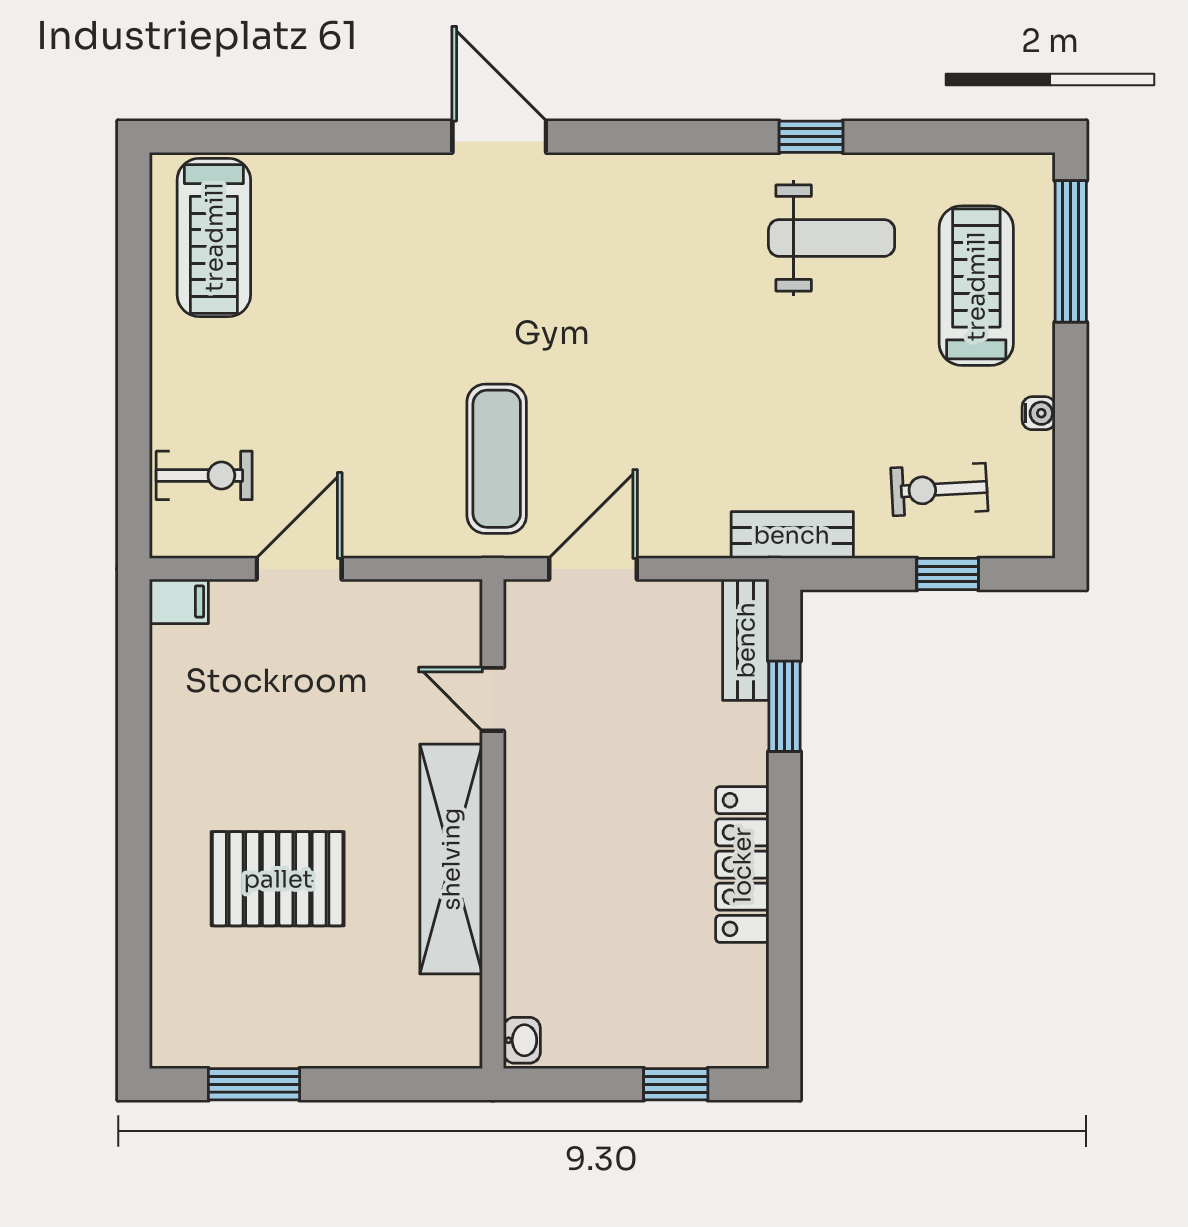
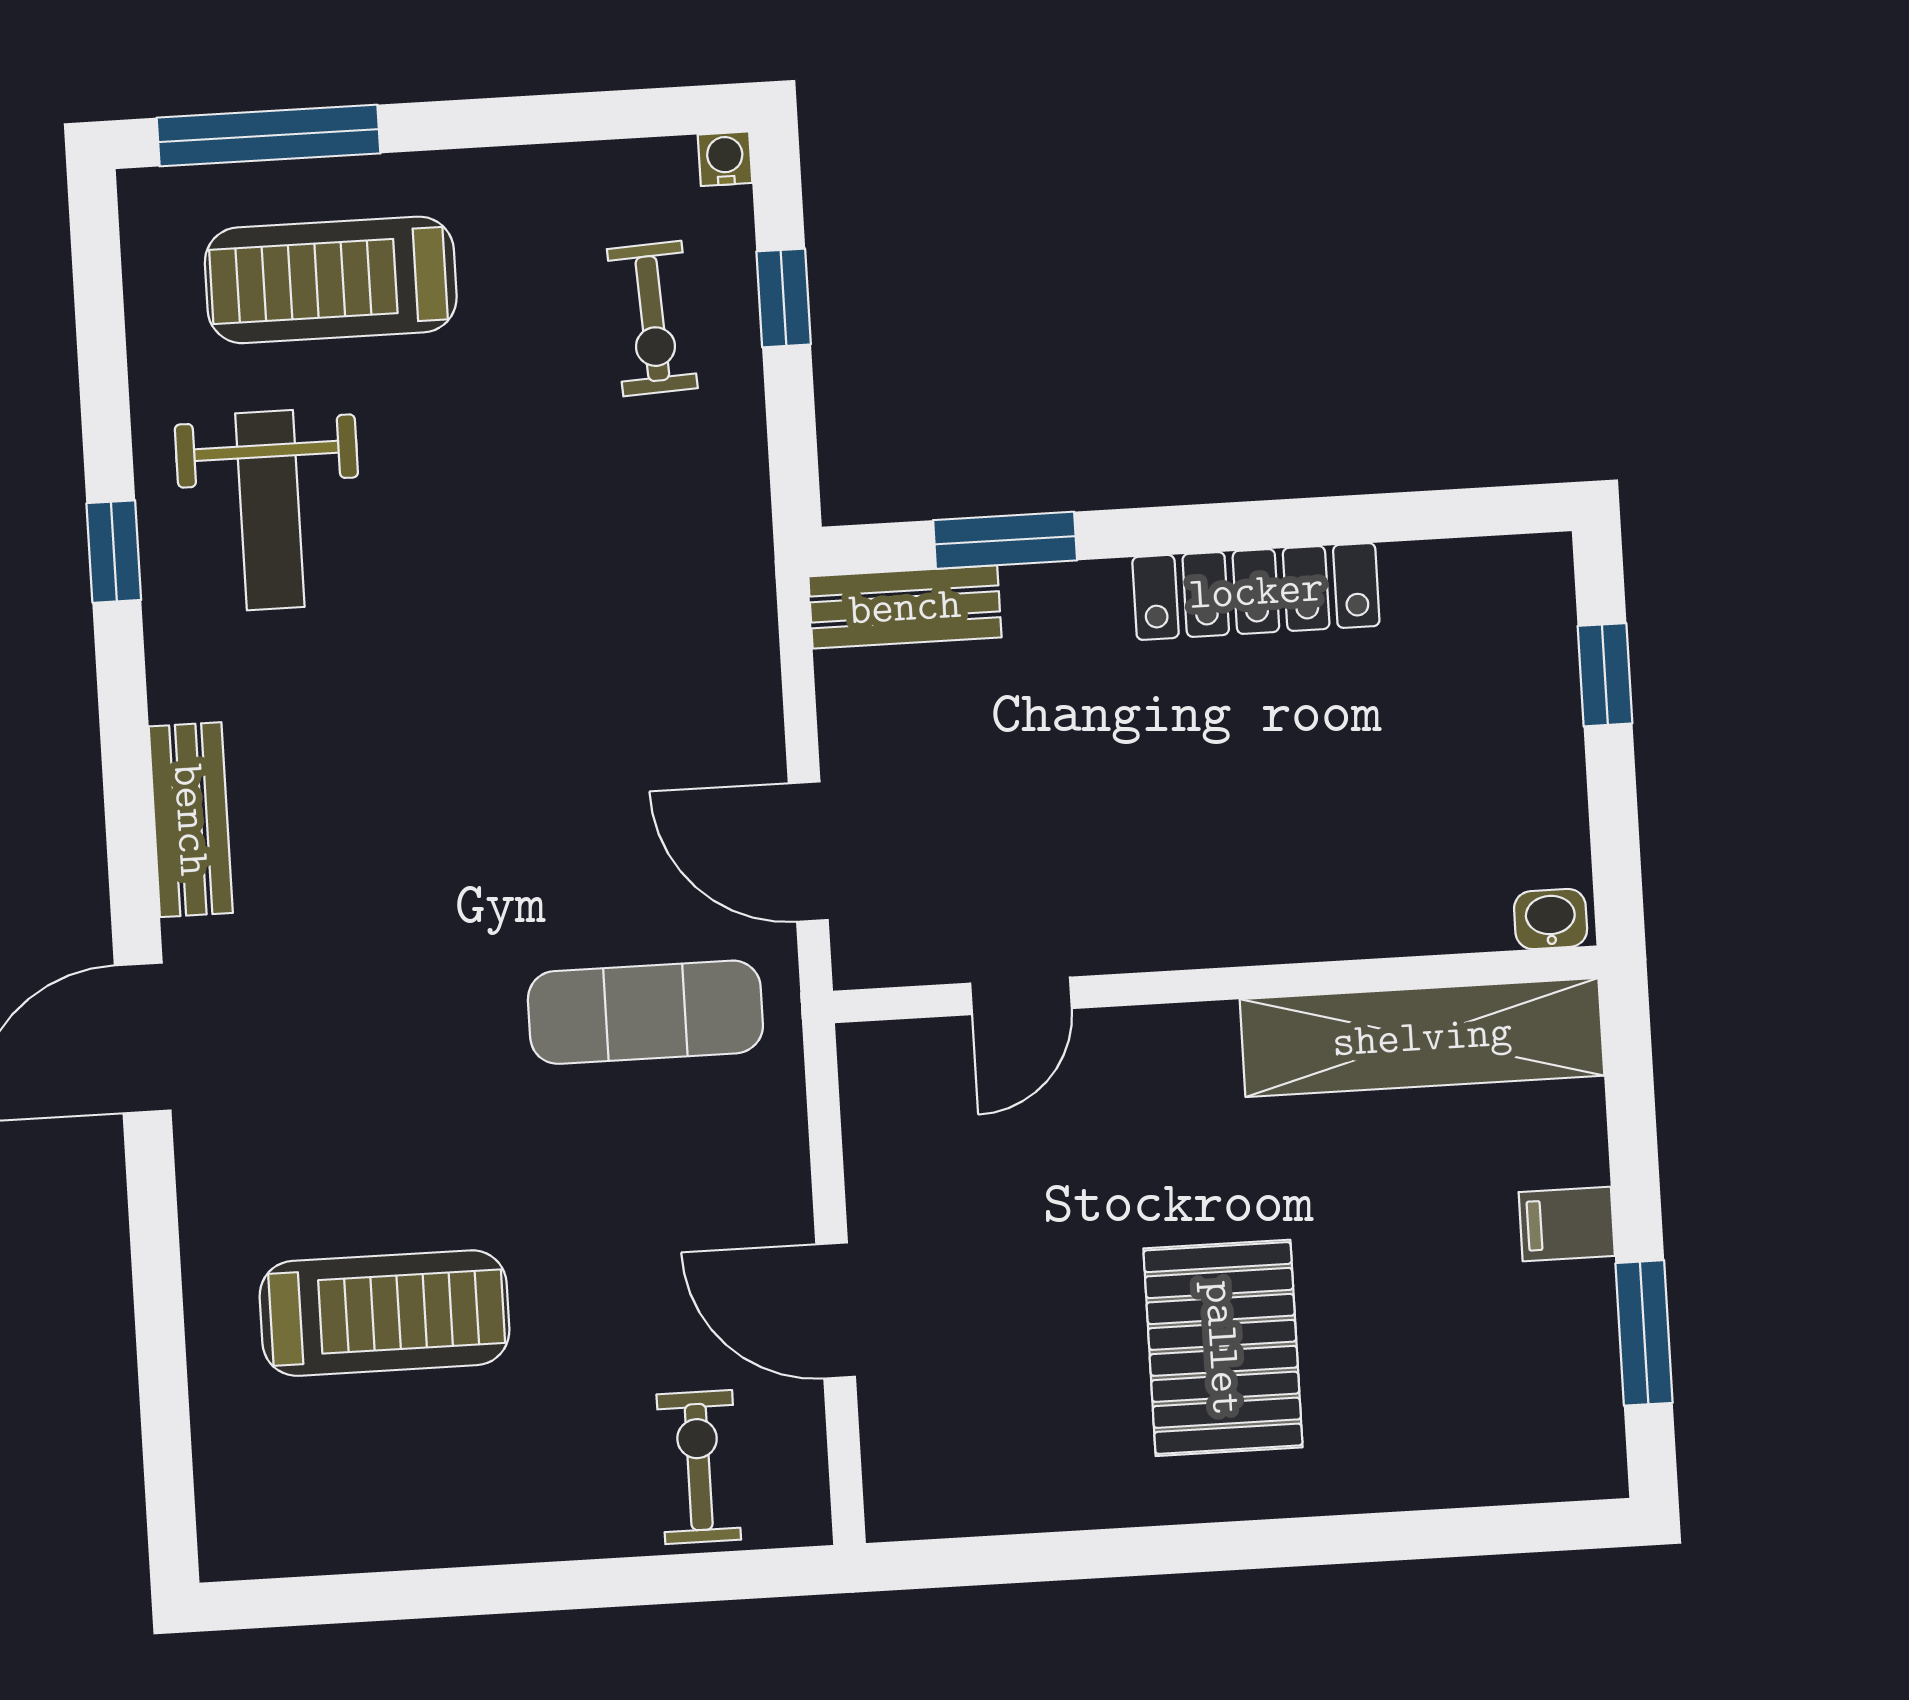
treadmill: (214, 237) -> (384, 1313), moved
weight bench: (832, 238) -> (270, 510), turned 180
water cooler: (1039, 413) -> (725, 159), moved
bench: (792, 535) -> (191, 820), moved
filing cabinet: (179, 601) -> (1567, 1224), moved, turned -90
shelving: (451, 859) -> (1422, 1037), moved
pallet: (278, 879) -> (1223, 1348), moved

